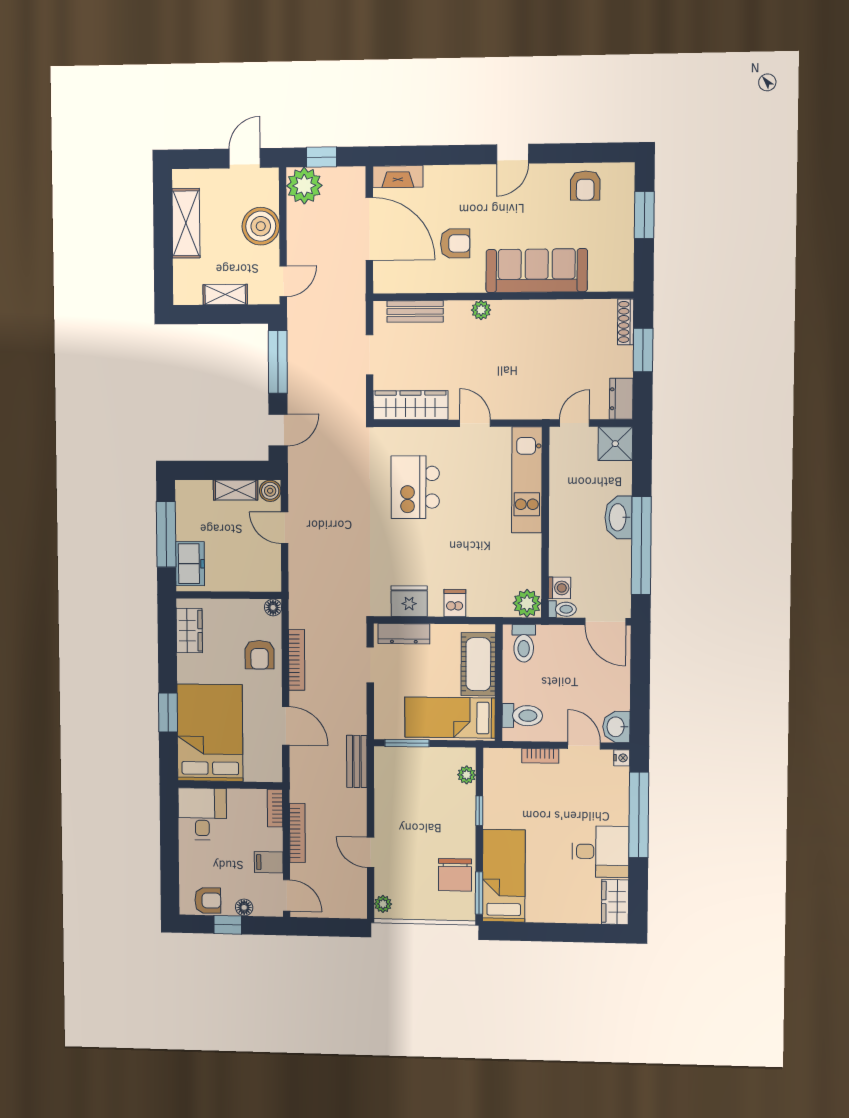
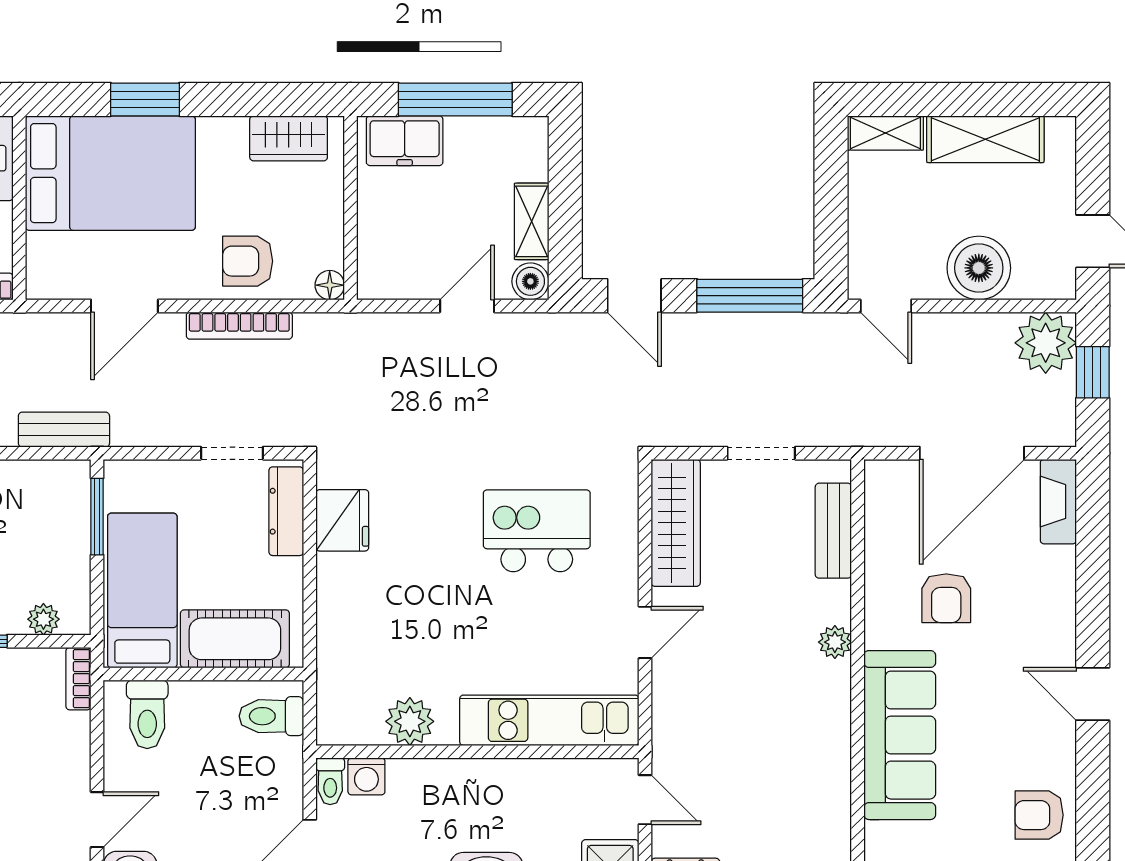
shelving: (225, 294) -> (885, 133), moved, turned 90
dishwasher: (455, 603) -> (339, 599), removed
plant: (527, 603) -> (410, 721), moved
bookcase: (540, 756) -> (78, 679), moved

